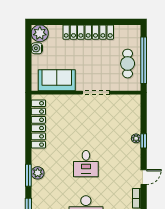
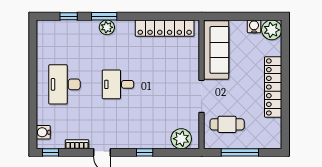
window: (144, 60) -> (240, 152), width x0.68
cafe table: (128, 64) -> (227, 124), moved
sofa: (57, 80) -> (216, 50), width x1.36
plant: (136, 138) -> (181, 139), moved, width x1.88, depth x1.88

